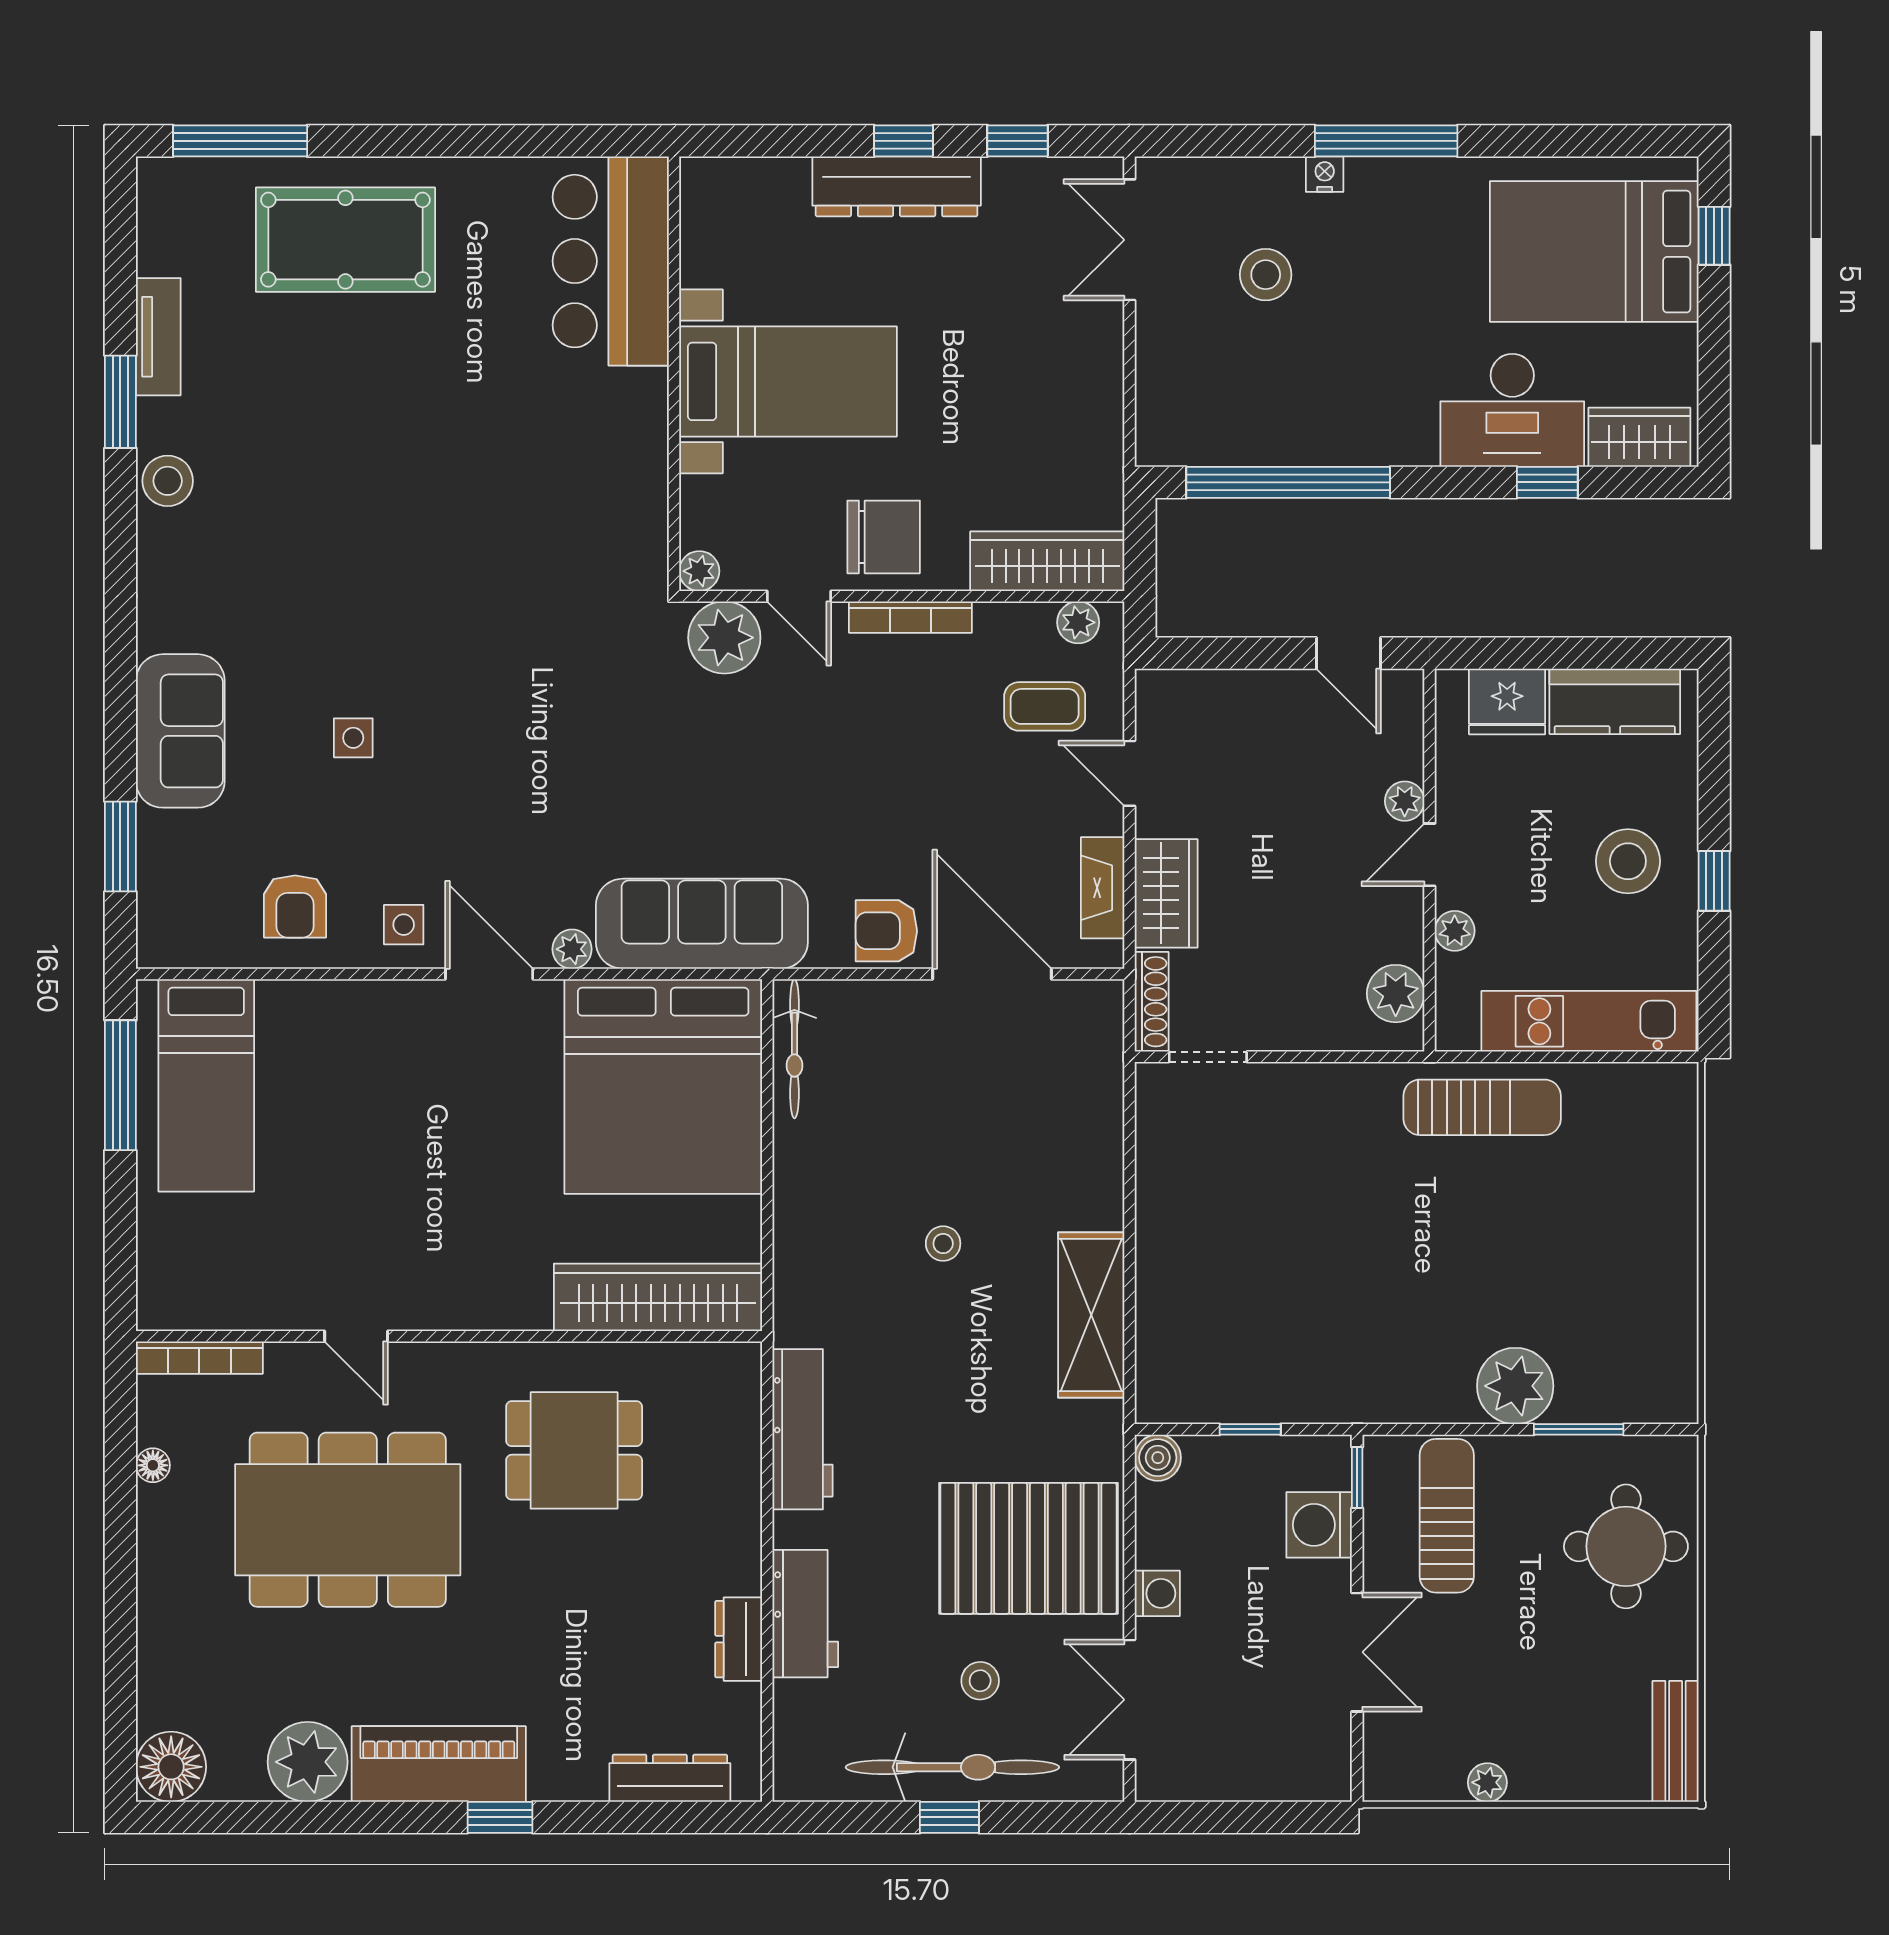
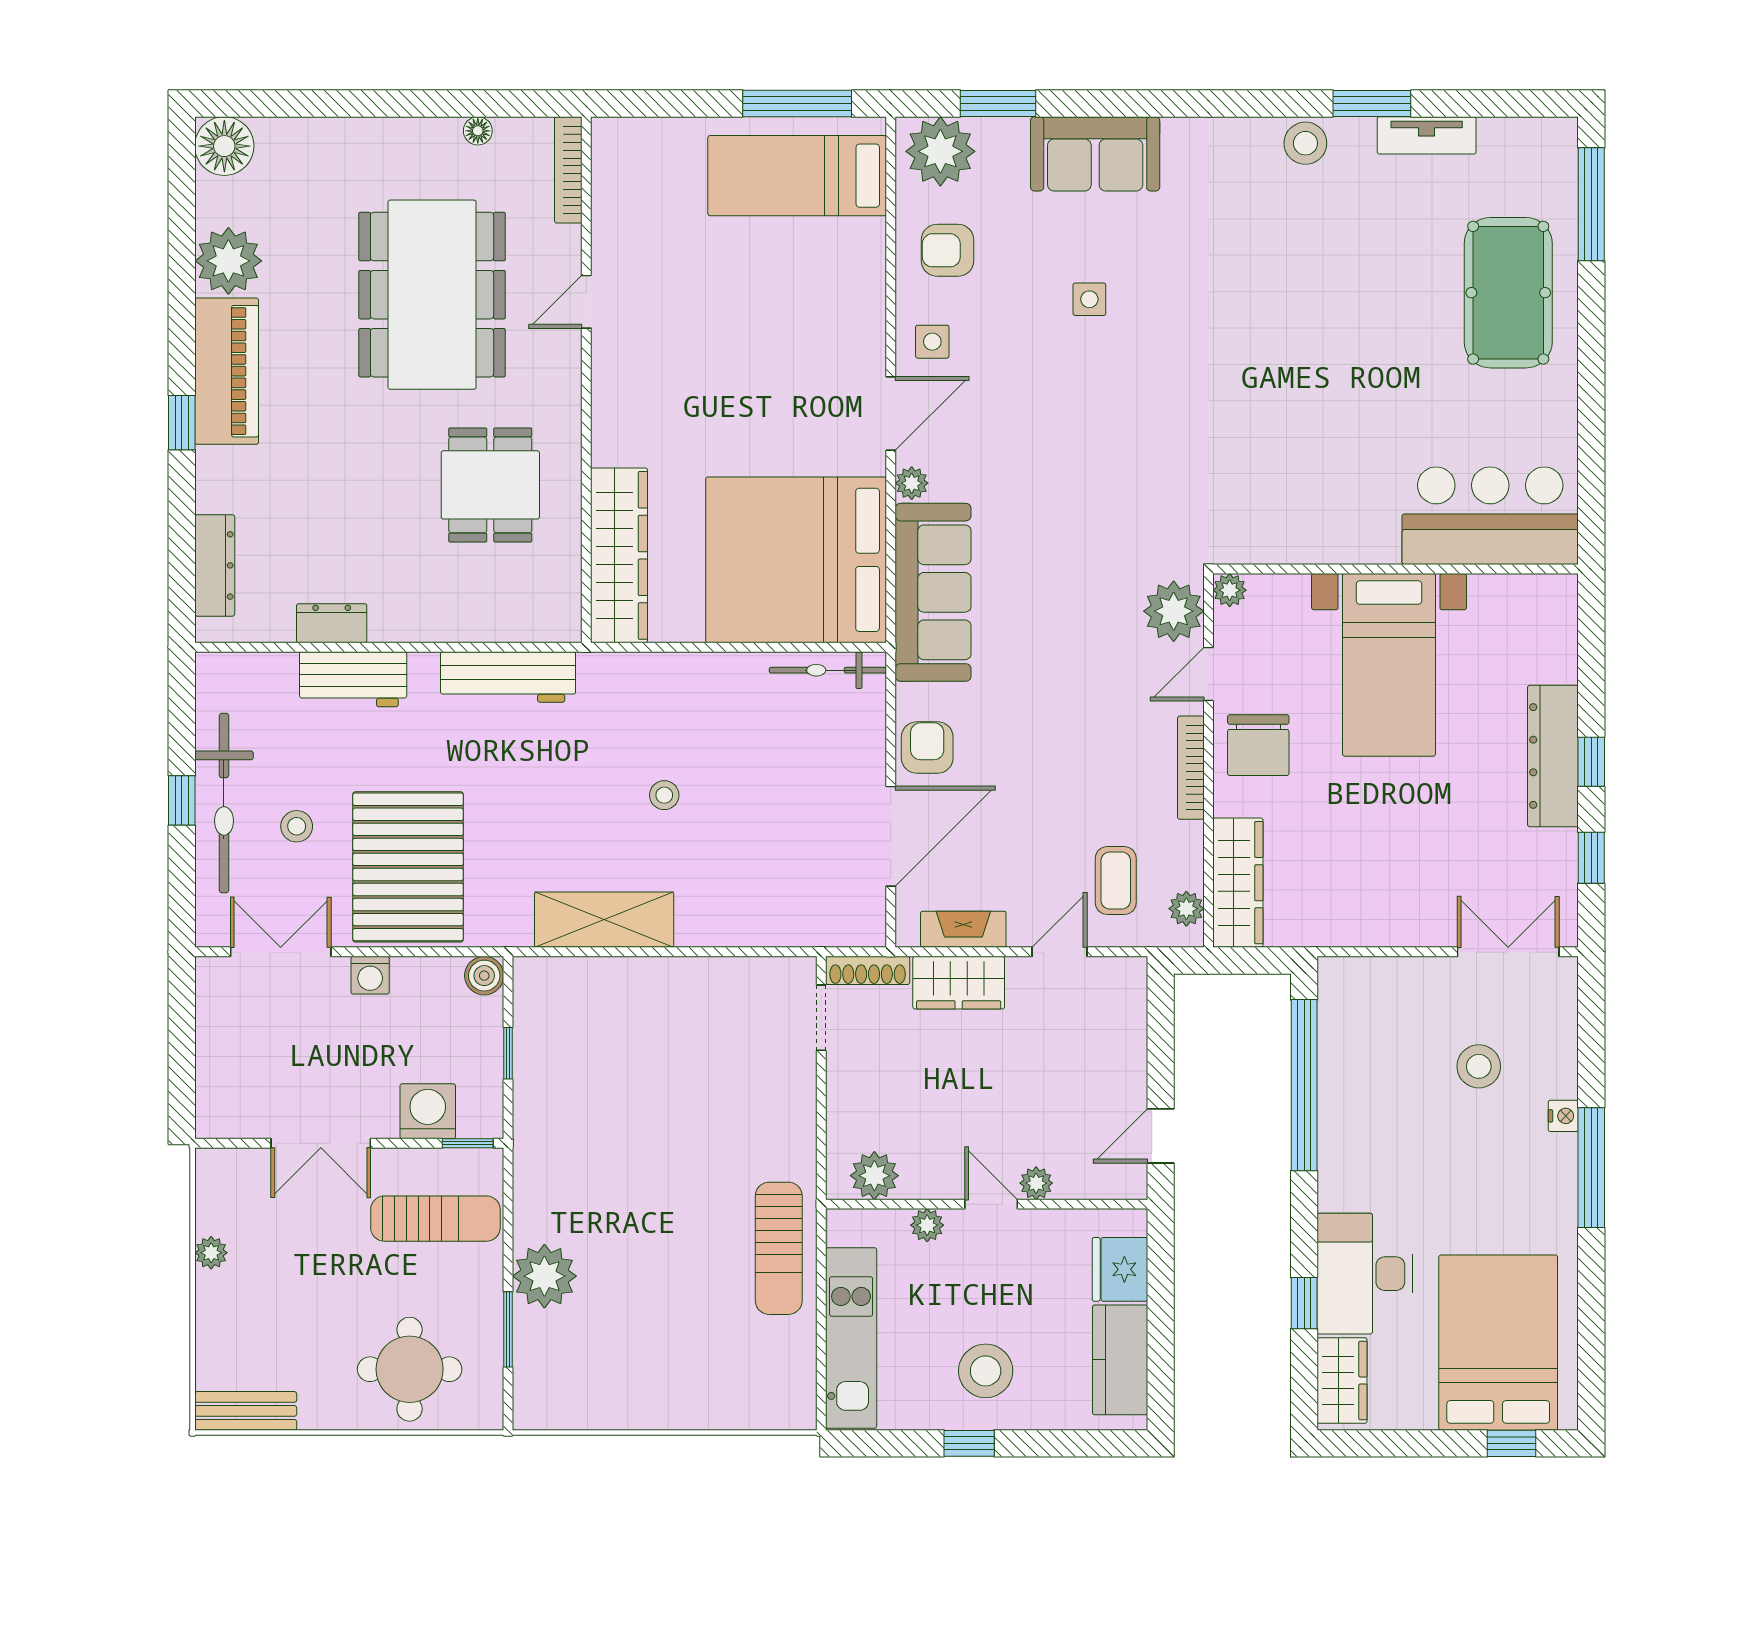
plant: (177, 915) -> (940, 151), added

